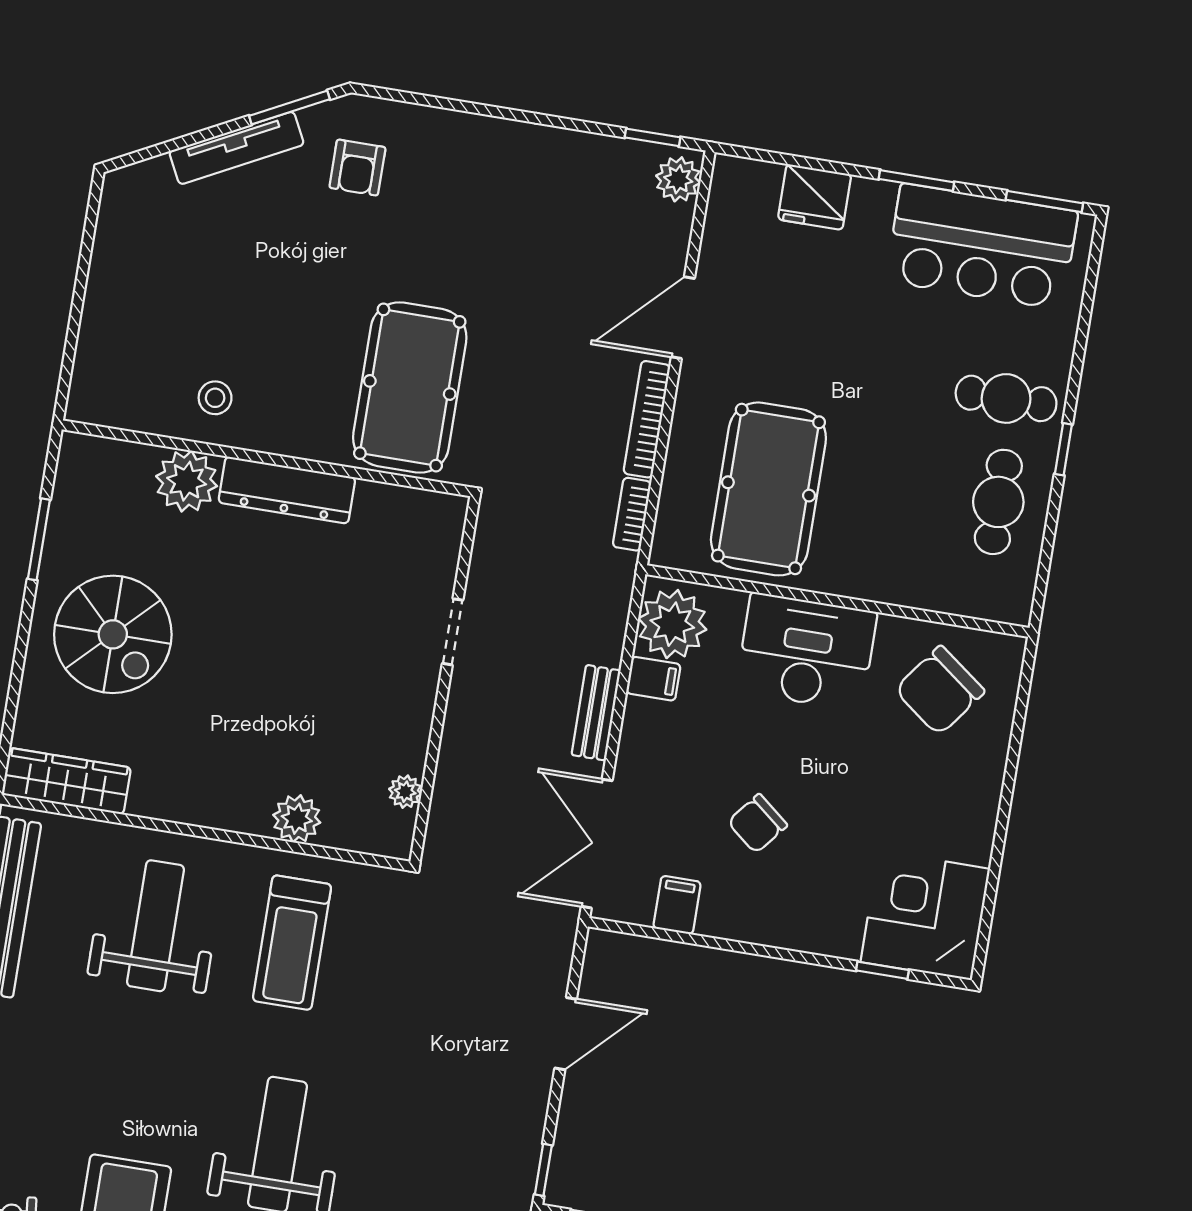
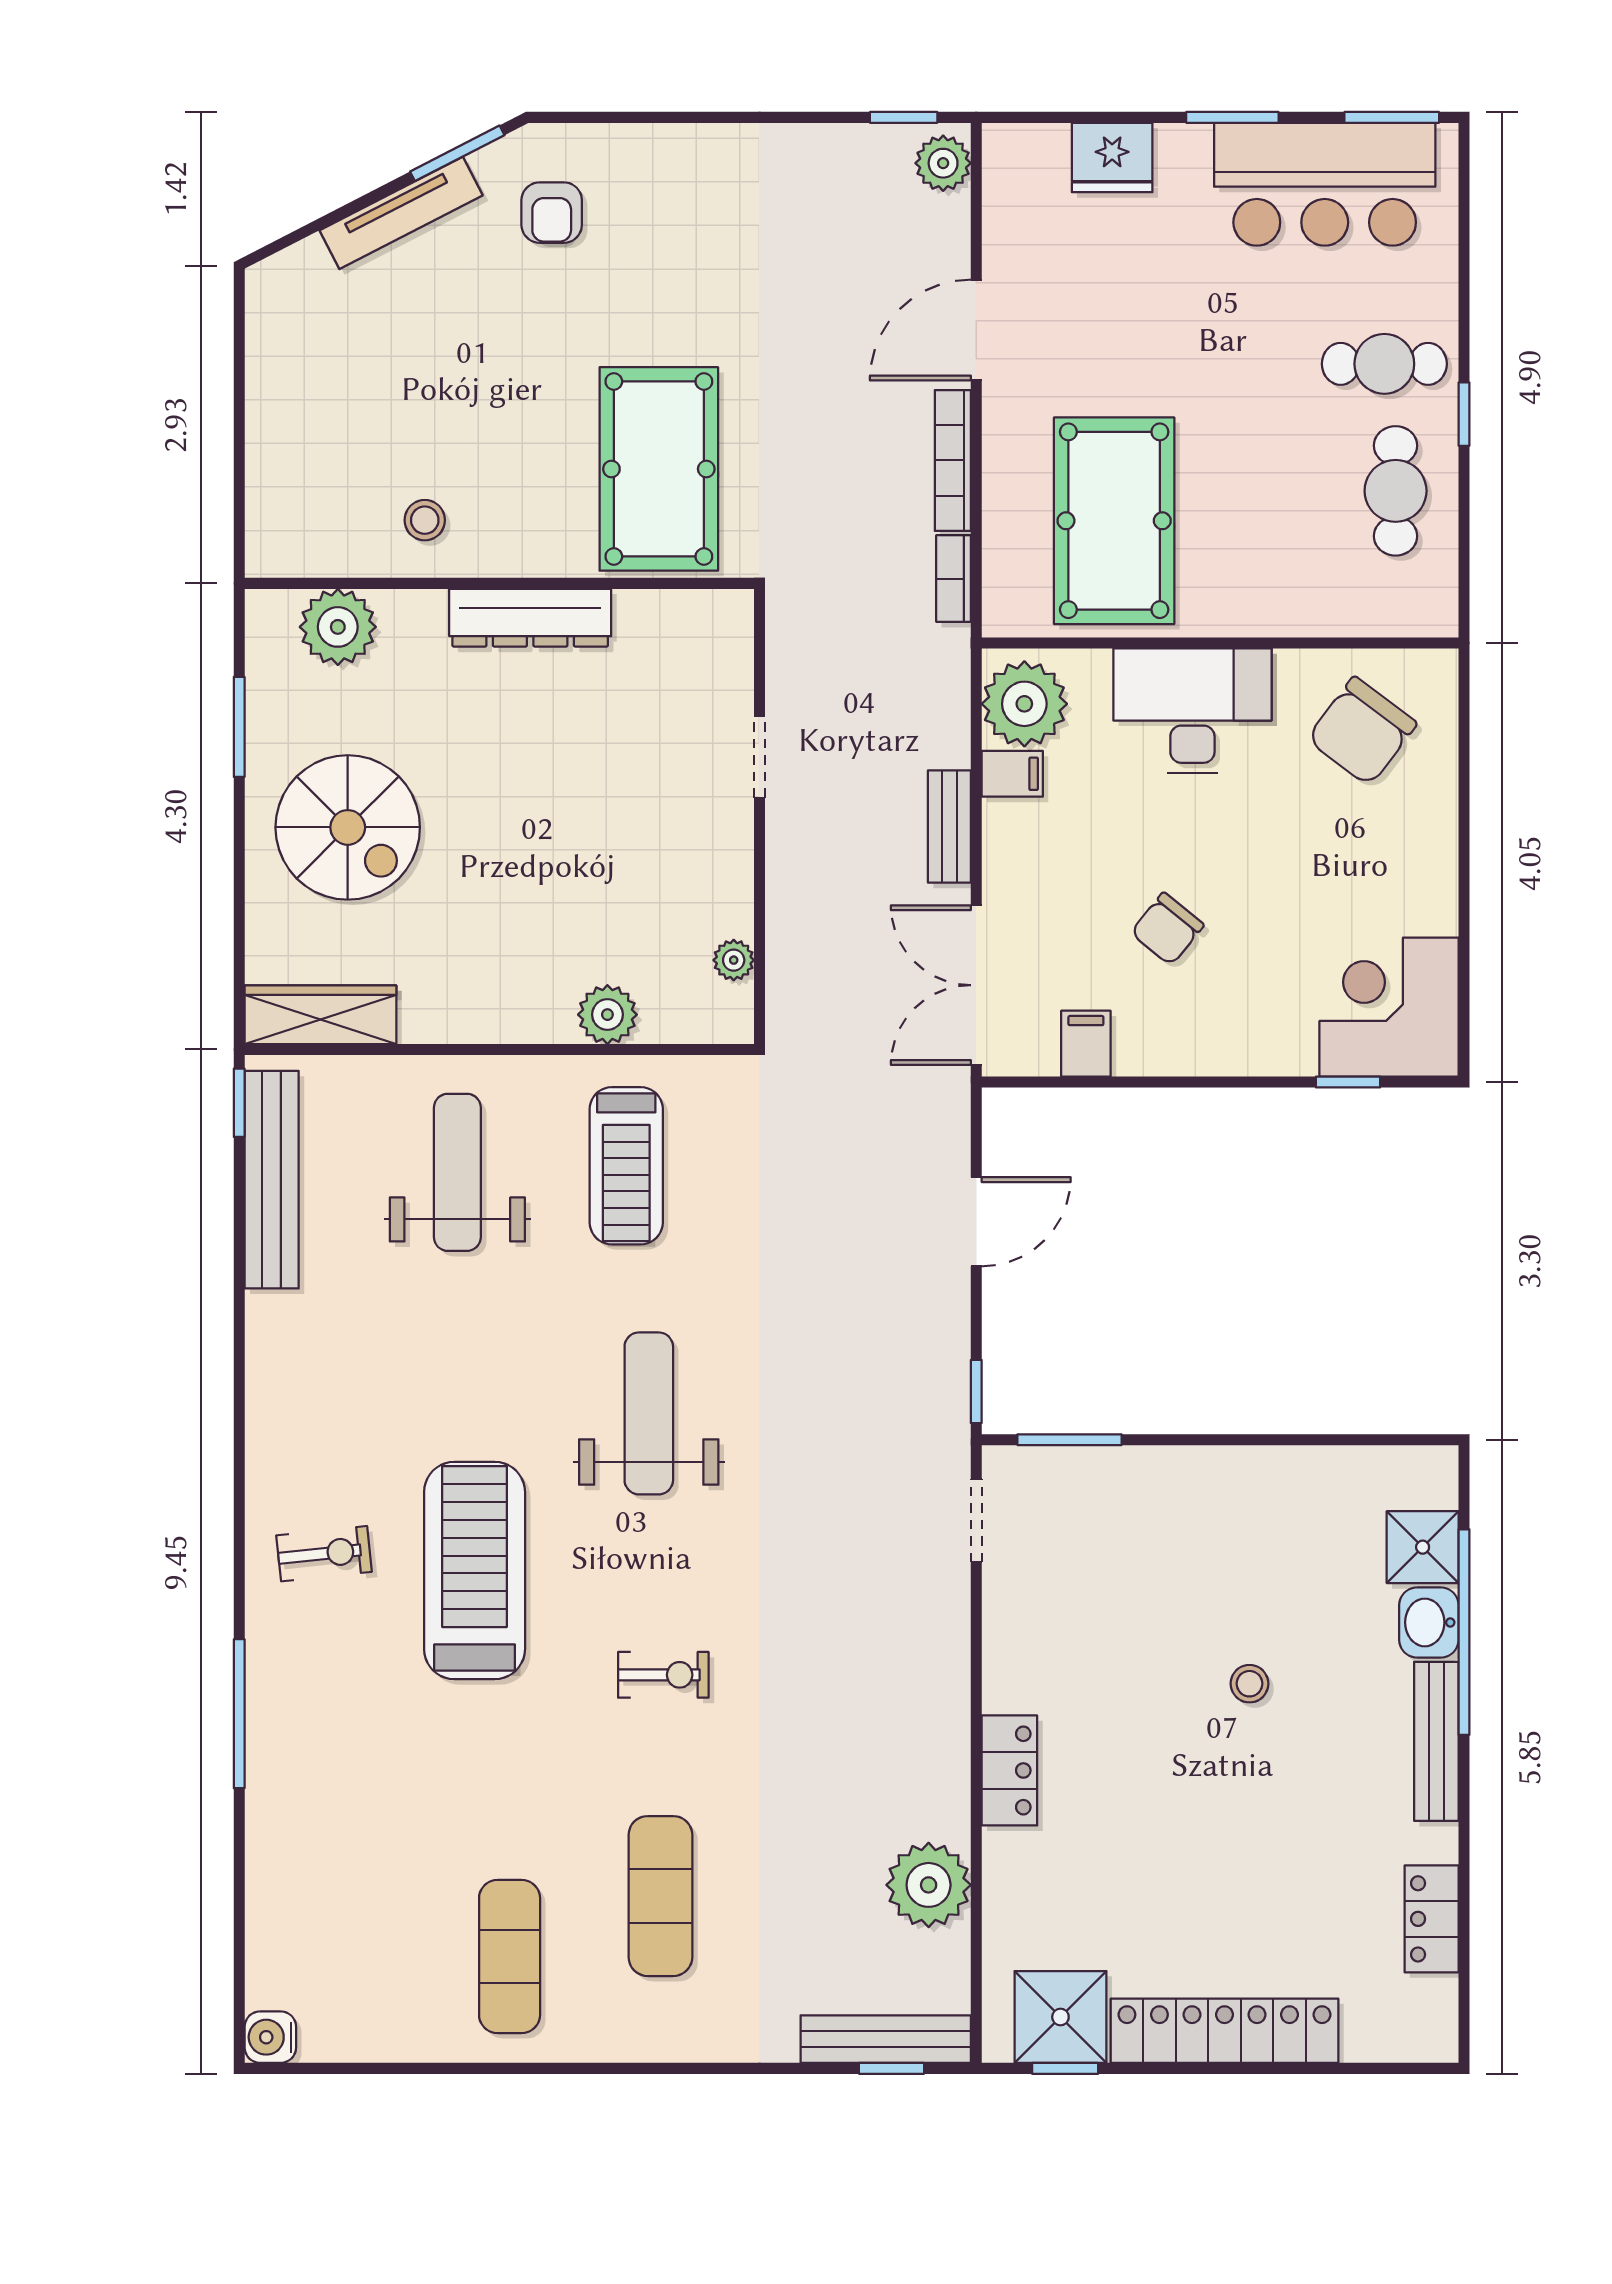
plant: (187, 481) -> (338, 627), moved

